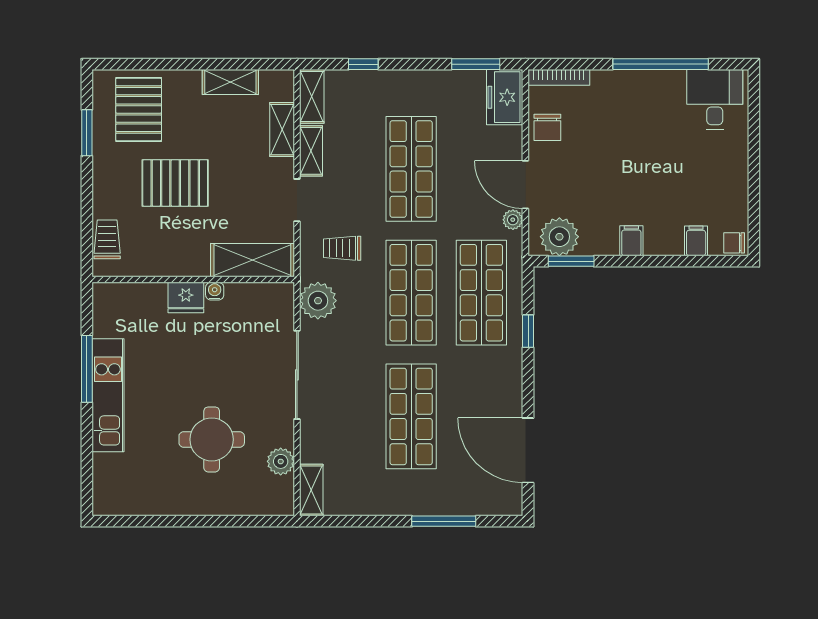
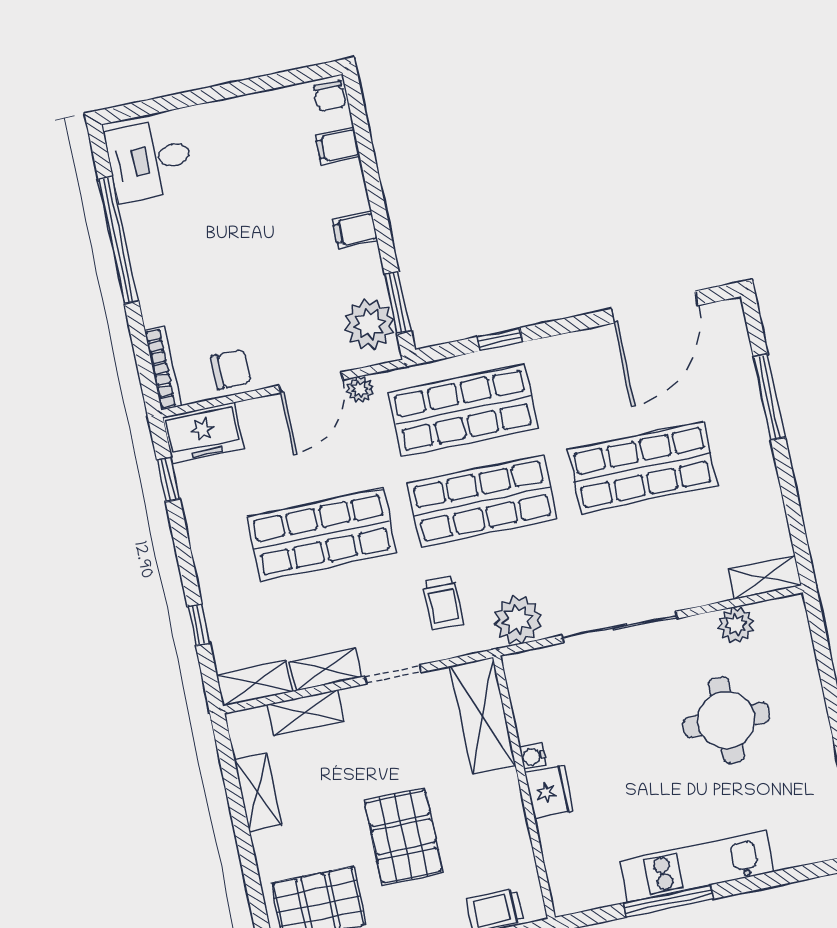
window: (476, 64) -> (168, 479), width x0.67

